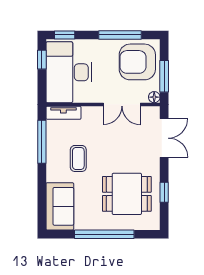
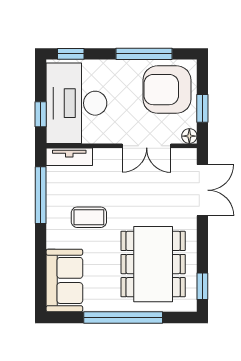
window: (42, 60) -> (41, 114), moved
window: (164, 76) -> (202, 108), width x0.67
coffee table: (78, 158) -> (89, 217), turned 90
window: (164, 192) -> (202, 286), moved
dining table: (127, 194) -> (153, 264), width x1.38

